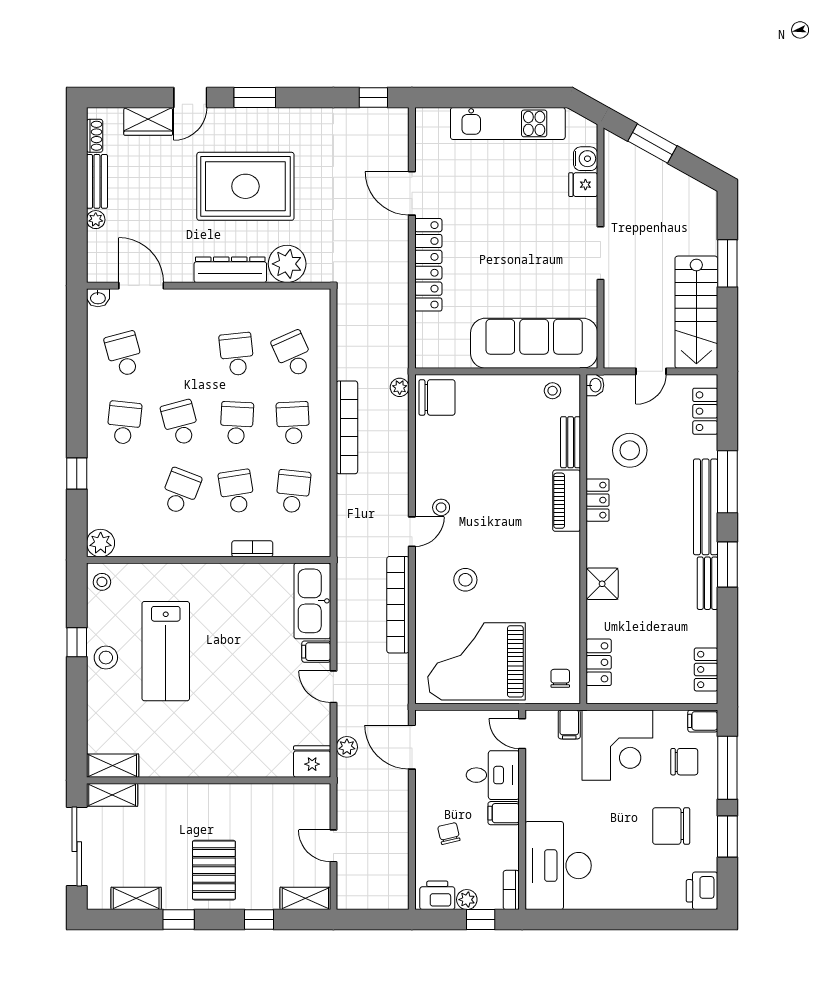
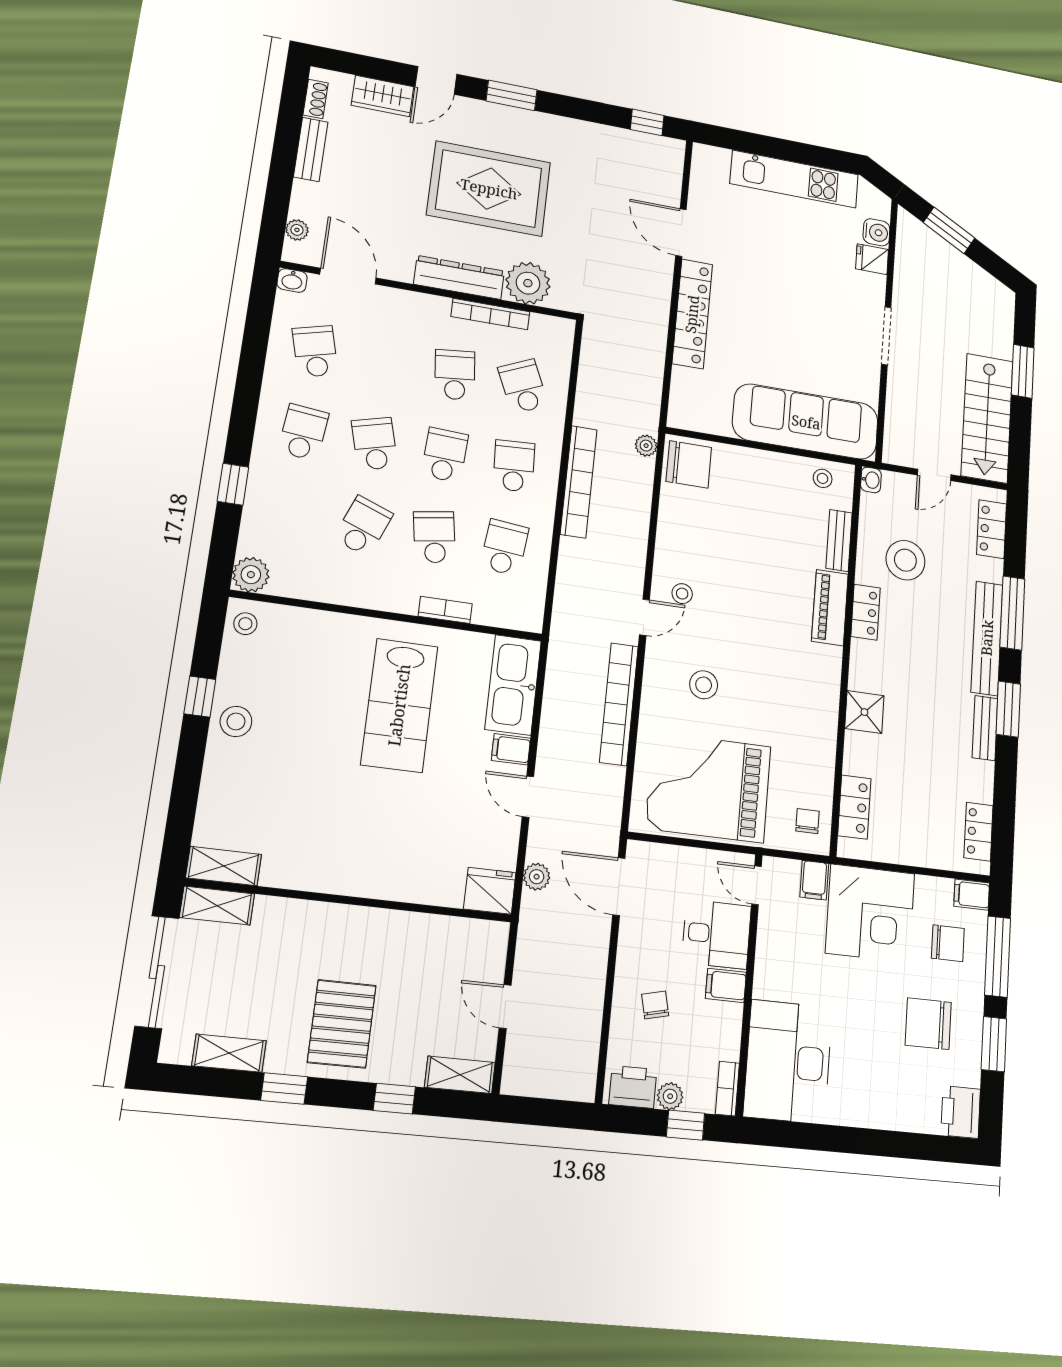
plant: (96, 220) -> (297, 230), moved
bookcase: (259, 297) -> (490, 314), added
lab bench: (166, 651) -> (399, 705), moved

